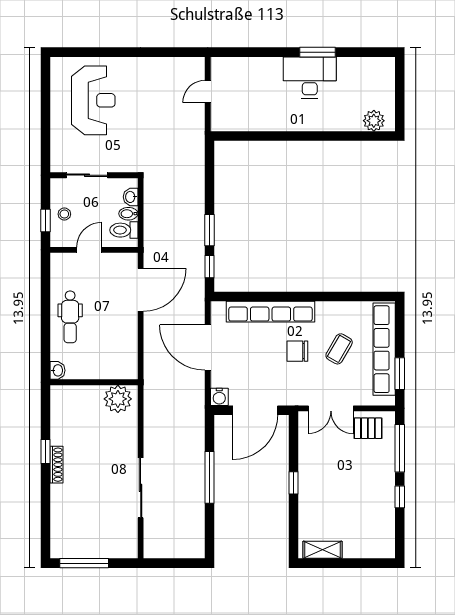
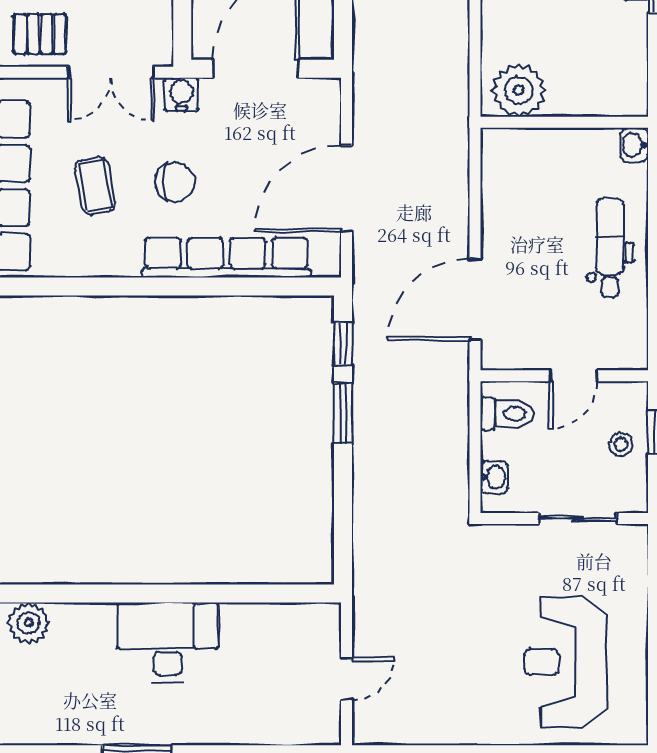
desk: (310, 78) -> (168, 642), moved, turned 180
bidet: (128, 214) -> (499, 445), removed
door: (208, 348) -> (347, 189), swing flipped
coffee table: (339, 349) -> (95, 186), turned -40
water cooler: (219, 397) -> (181, 94), moved
double door: (331, 408) -> (111, 72), swing flipped

